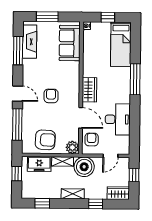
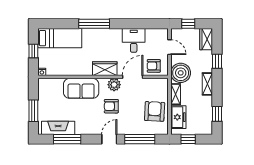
sofa: (70, 43) -> (81, 88), moved
desk: (118, 119) -> (134, 40), width x0.73
plant: (72, 147) -> (114, 85), moved

